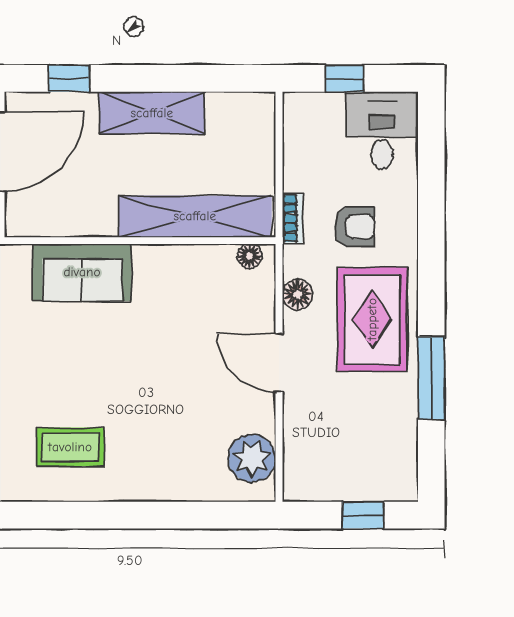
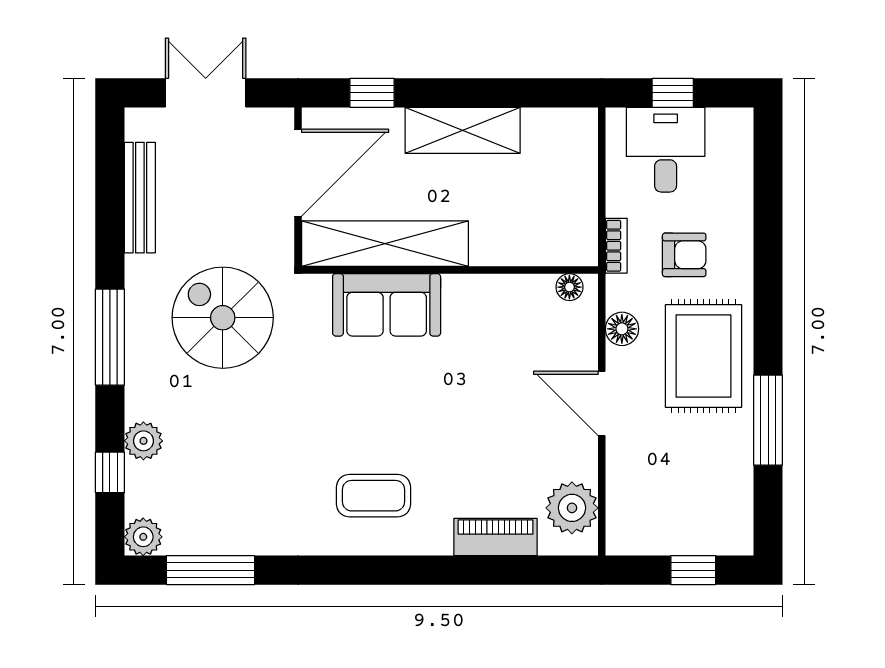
desk: (382, 130) -> (666, 150), moved
shelving: (195, 216) -> (385, 244), moved
piano: (182, 485) -> (495, 537), added

